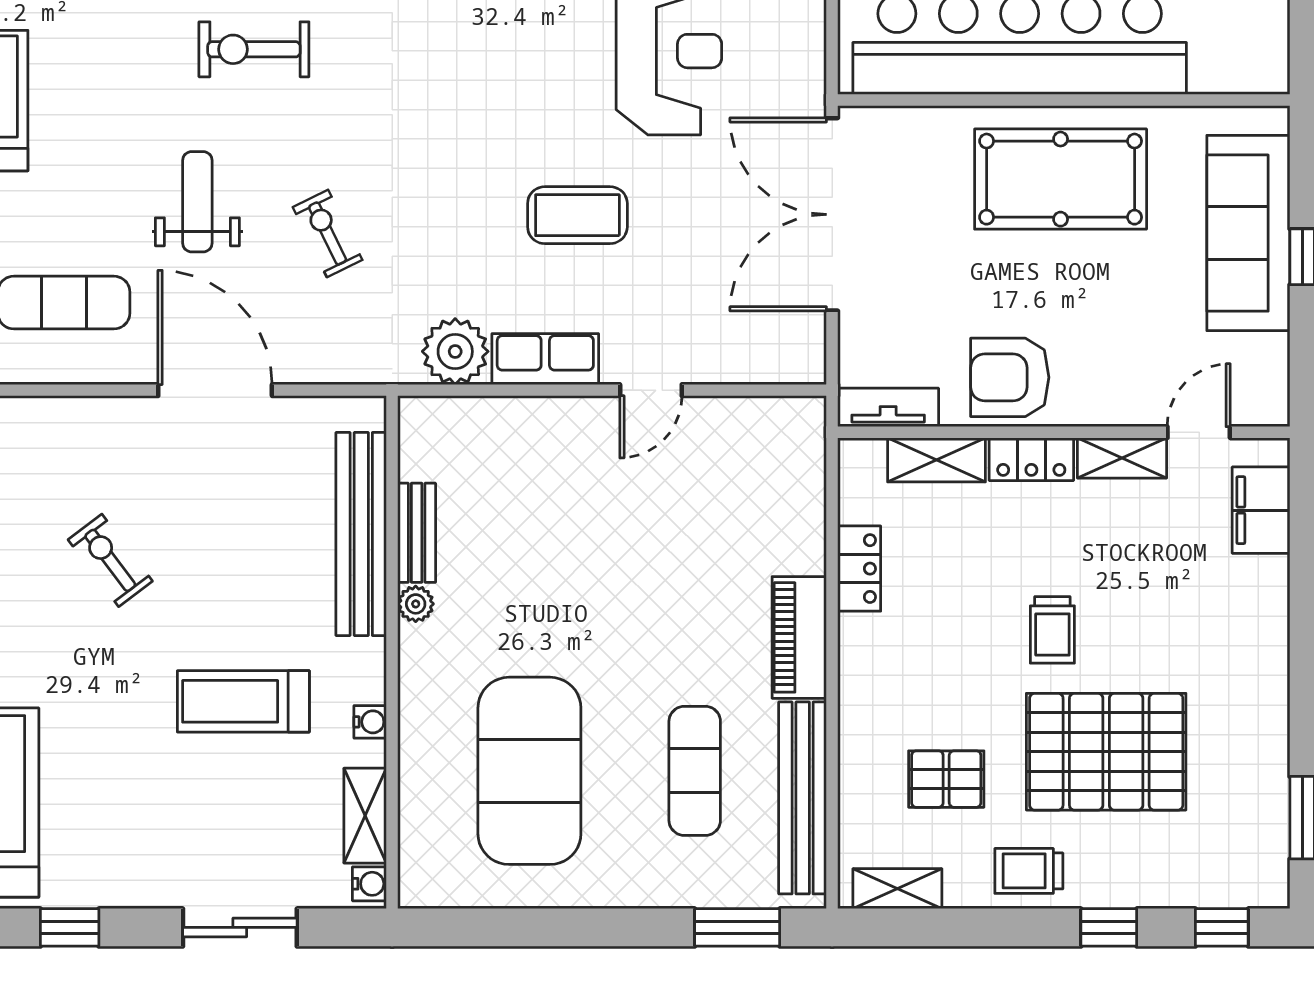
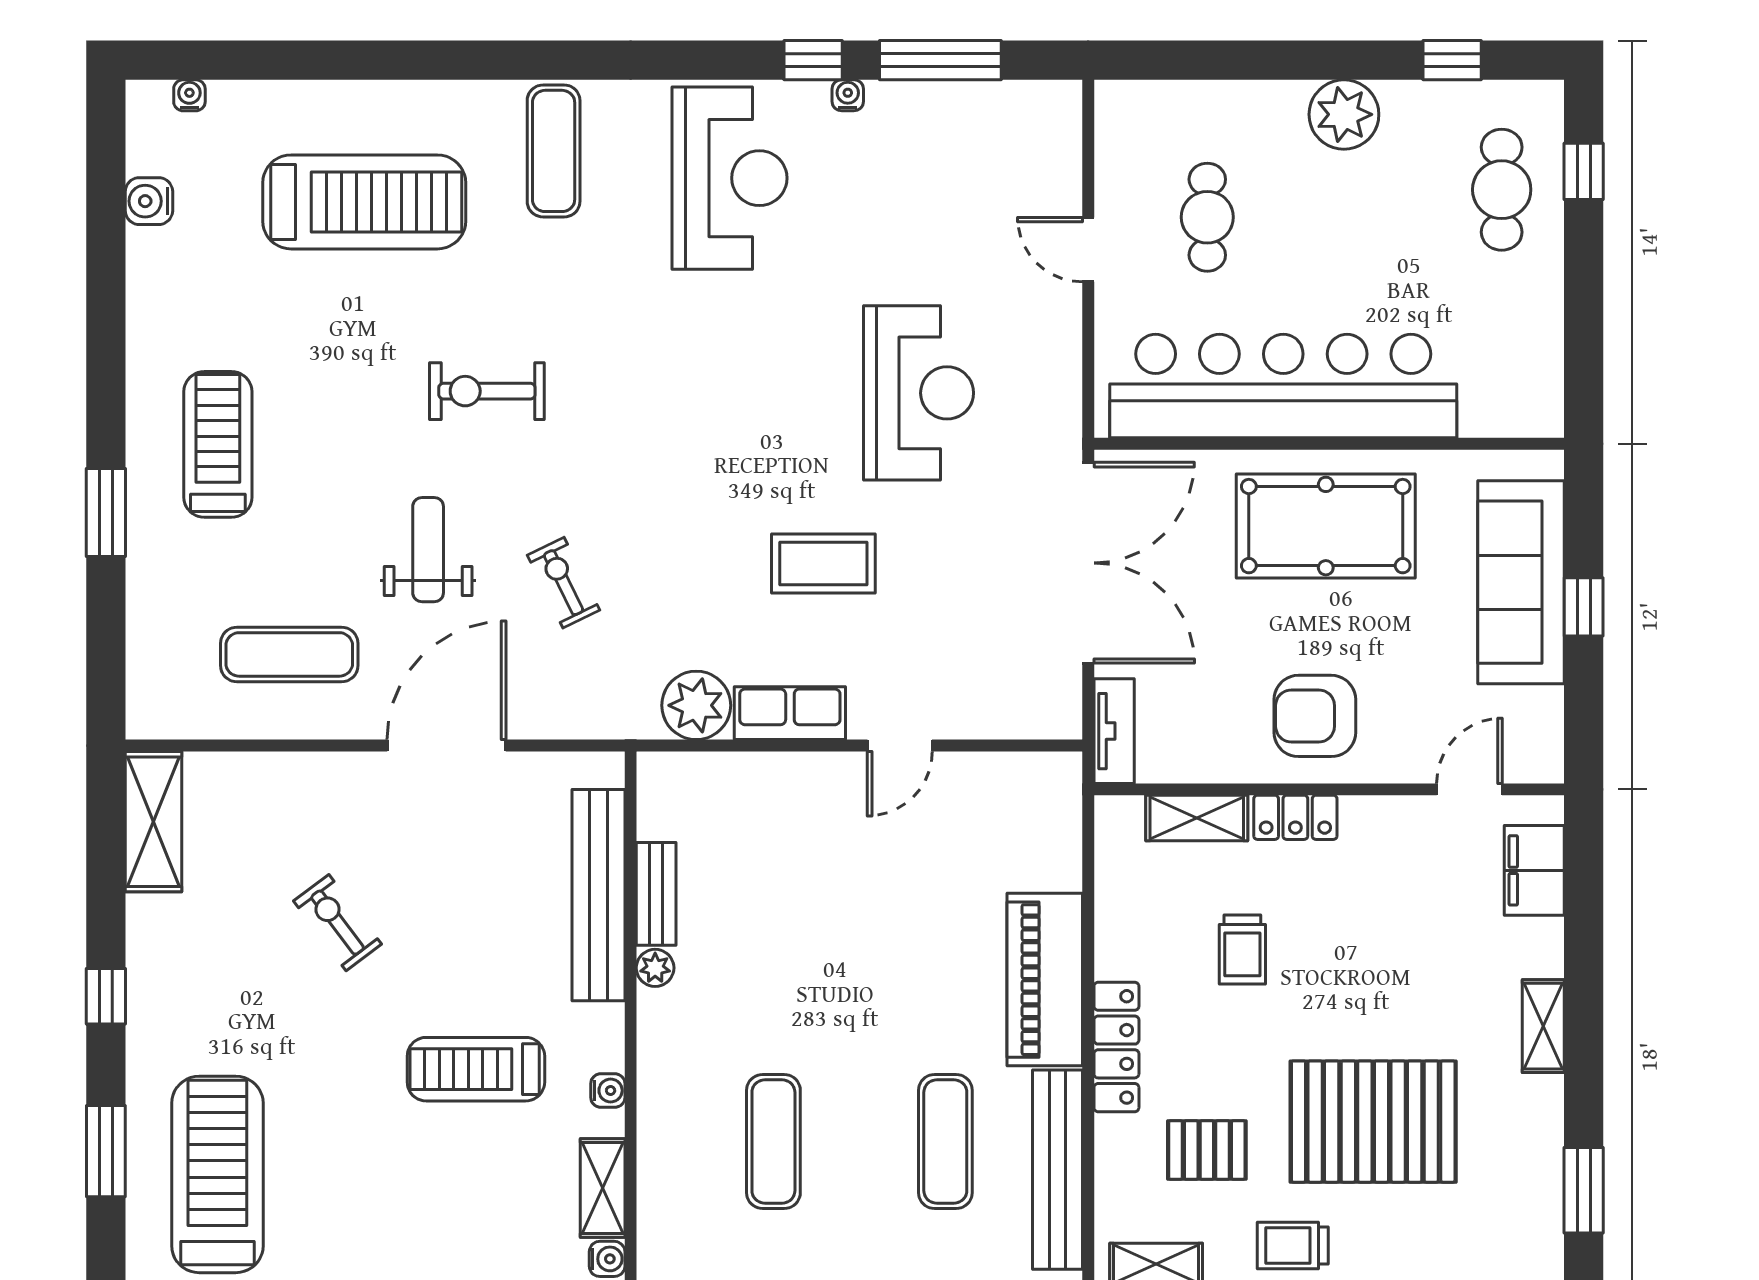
double door: (832, 214) -> (1088, 563), swing flipped
armchair: (1010, 377) -> (1315, 716), moved
door: (215, 390) -> (446, 746), hinge flipped
tv unit: (888, 407) -> (1114, 731), moved, turned 90
shelving: (1122, 458) -> (1543, 1026), moved, turned 90
locker: (859, 569) -> (1116, 1047), moved, width x1.53
trolley: (1052, 630) -> (1242, 949), moved
piano: (799, 637) -> (1045, 980), width x1.37, depth x1.33
exercise mat: (529, 771) -> (773, 1141), width x0.50, depth x0.69

